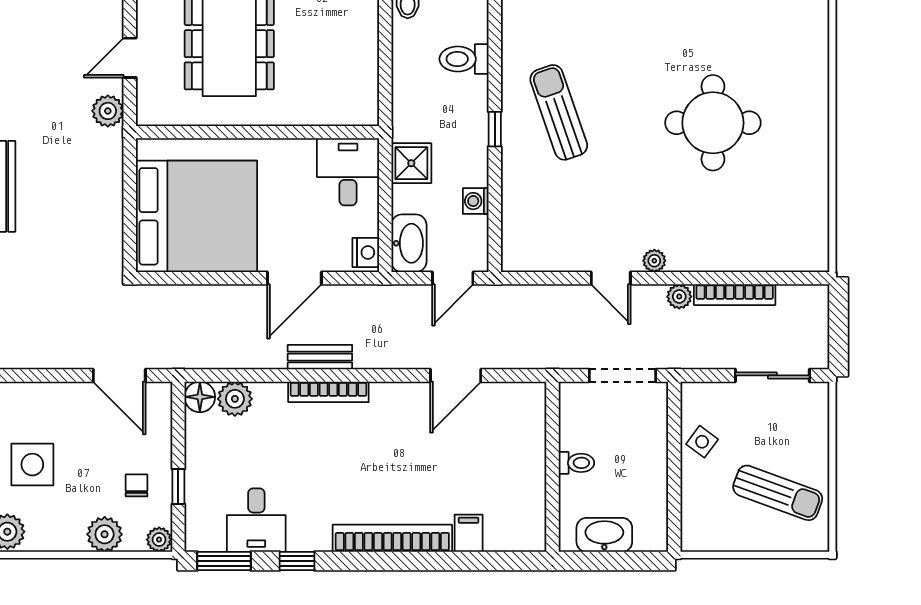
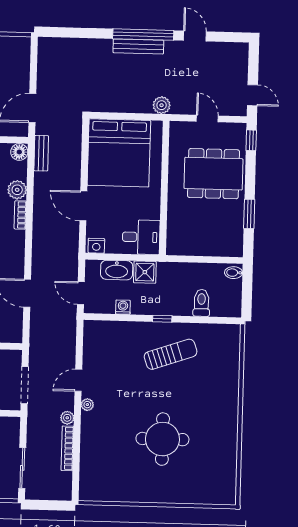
plant: (108, 111) -> (162, 105), moved
washbasin: (409, 243) -> (117, 270), moved
bench: (320, 357) -> (41, 153), moved
bookcase: (328, 392) -> (20, 215), width x0.64
plant: (235, 399) -> (17, 190), moved

